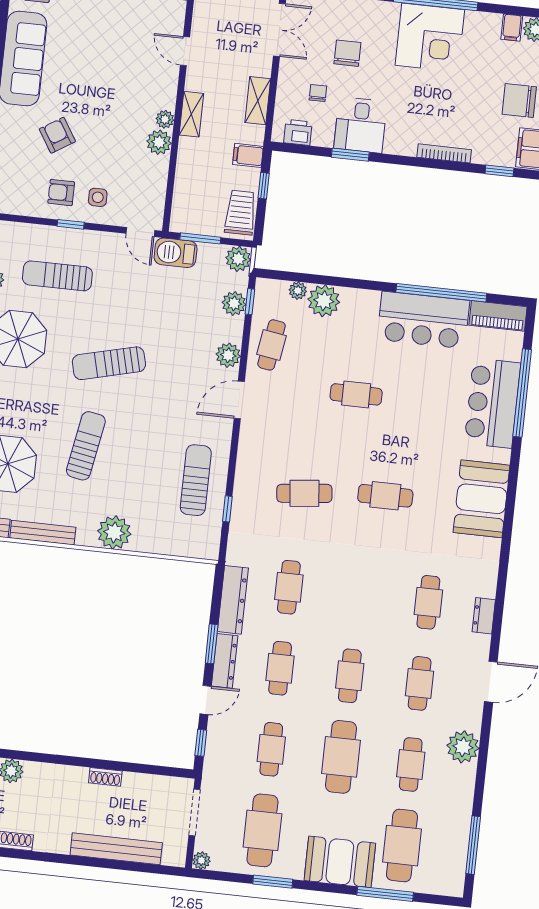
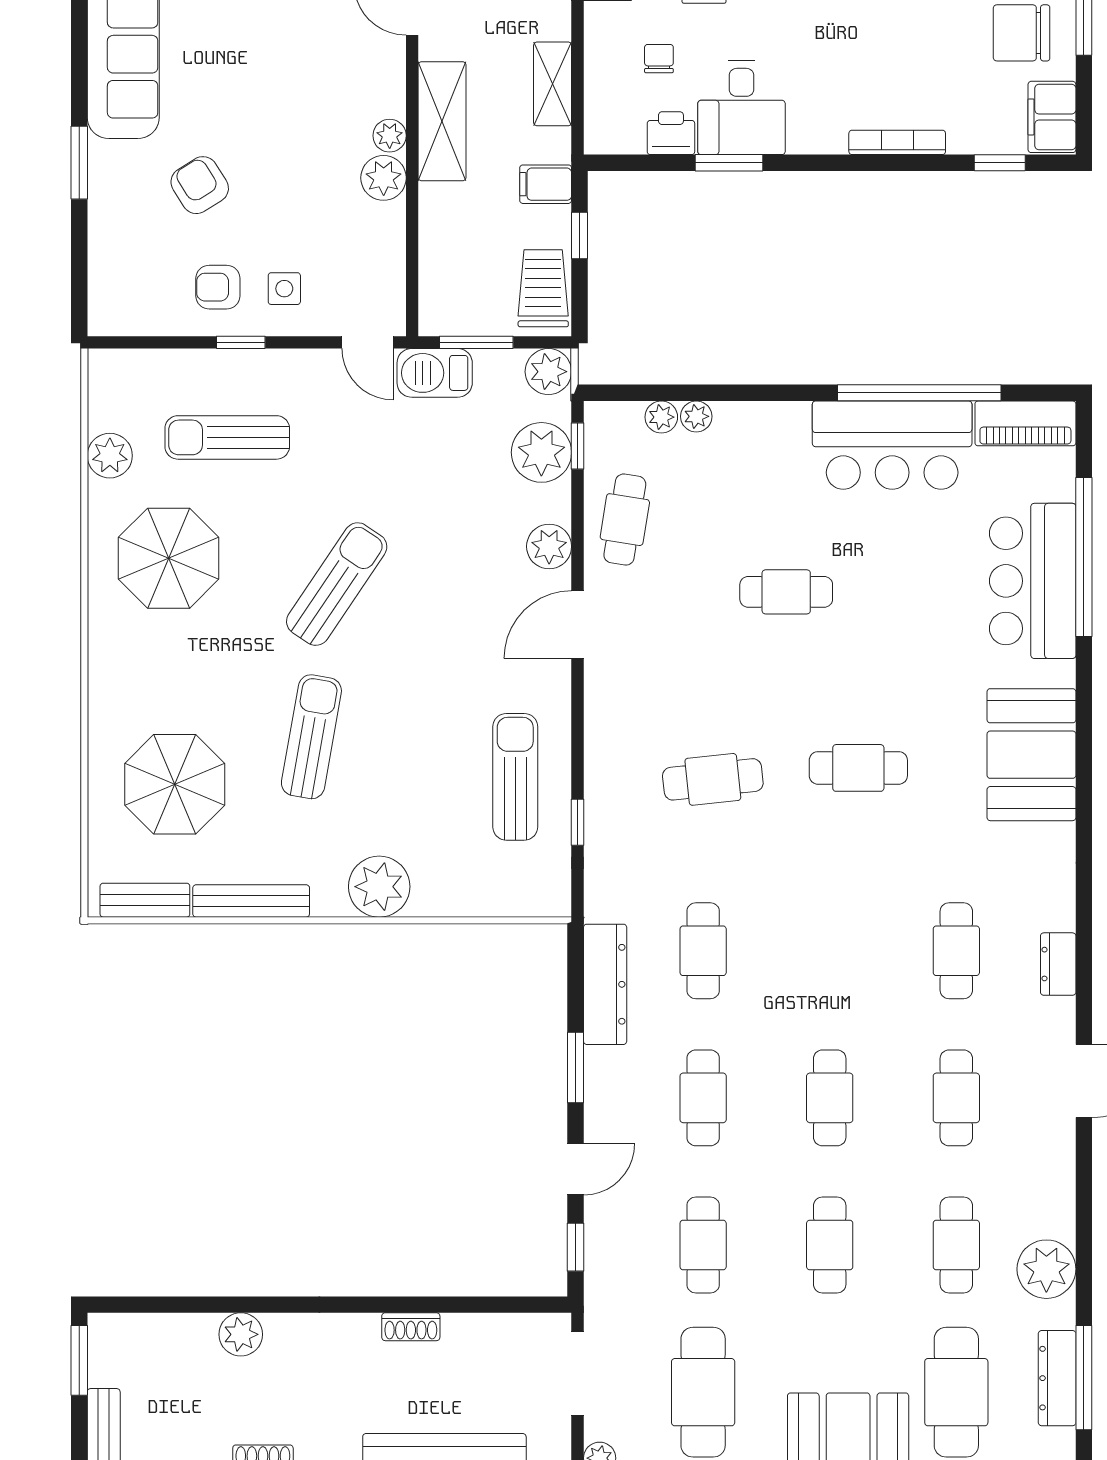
shelving: (191, 114) -> (442, 121), width x1.50, depth x1.33
printer: (298, 132) -> (671, 133), moved
plant: (324, 301) -> (696, 416), width x0.53, depth x0.53
plant: (234, 303) -> (541, 452), width x1.36, depth x1.36
sun lounger: (109, 363) -> (337, 584), turned 138
dresser: (225, 661) -> (1057, 1378), moved, turned 180
plant: (463, 747) -> (1046, 1269), moved
cafe table: (341, 757) -> (830, 1245), width x0.73, depth x0.74

